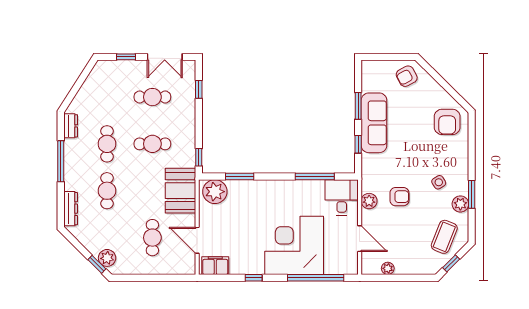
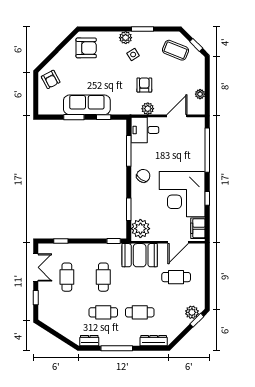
chair: (283, 195) -> (143, 176), added
plant: (460, 204) -> (126, 38), moved
corner desk: (294, 245) -> (182, 194), moved

